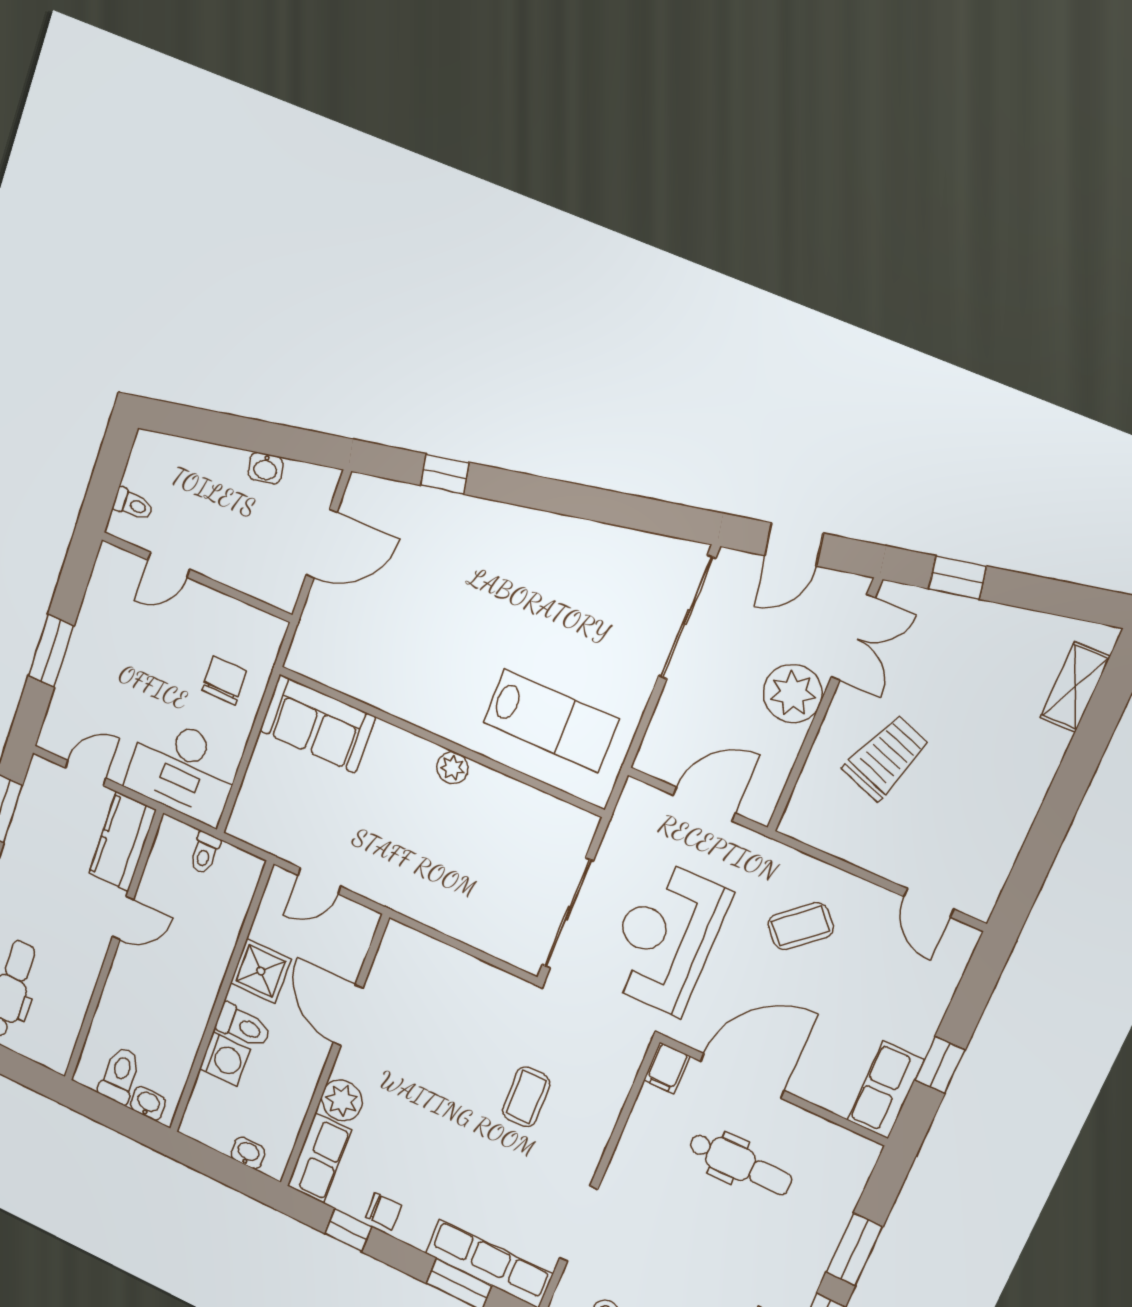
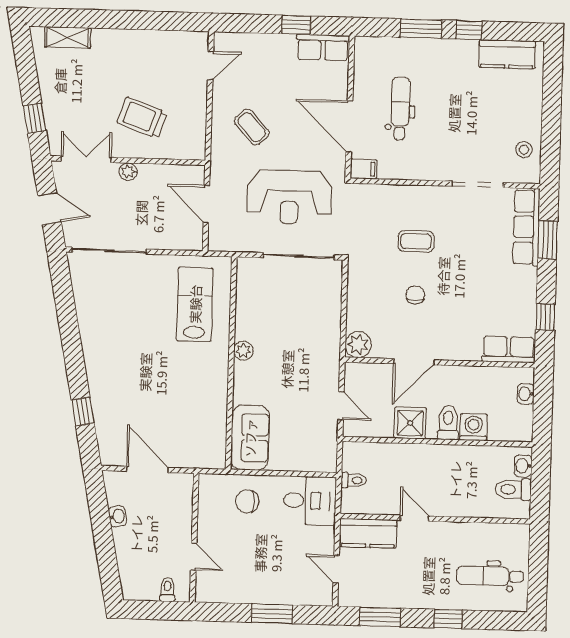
plant: (793, 693) -> (128, 172), width x0.53, depth x0.53
desk: (183, 770) -> (310, 501), width x0.73
plant: (342, 1100) -> (358, 345), moved
chair: (384, 1211) -> (415, 295), moved

